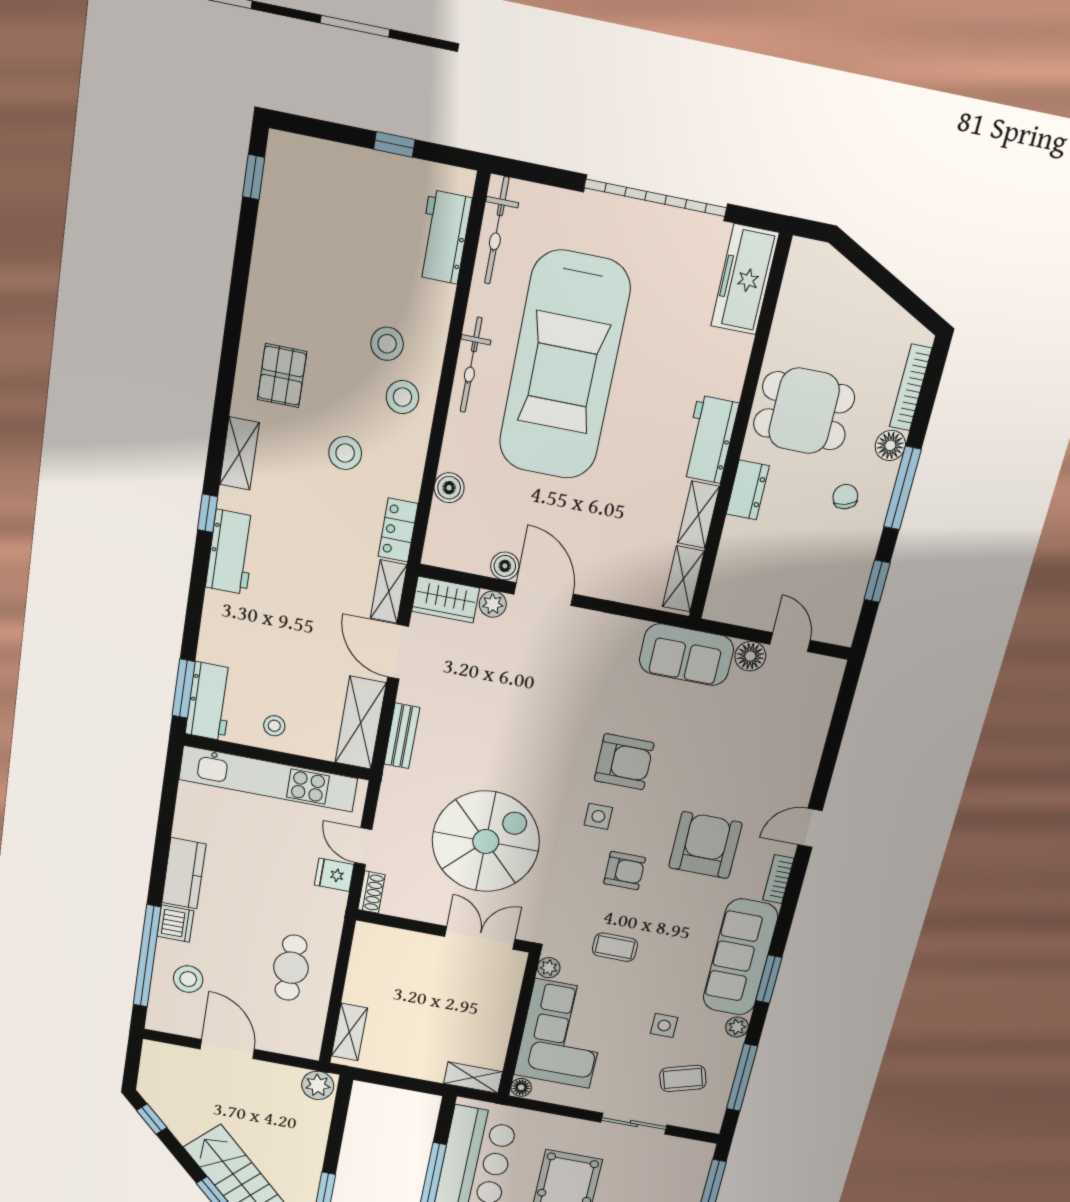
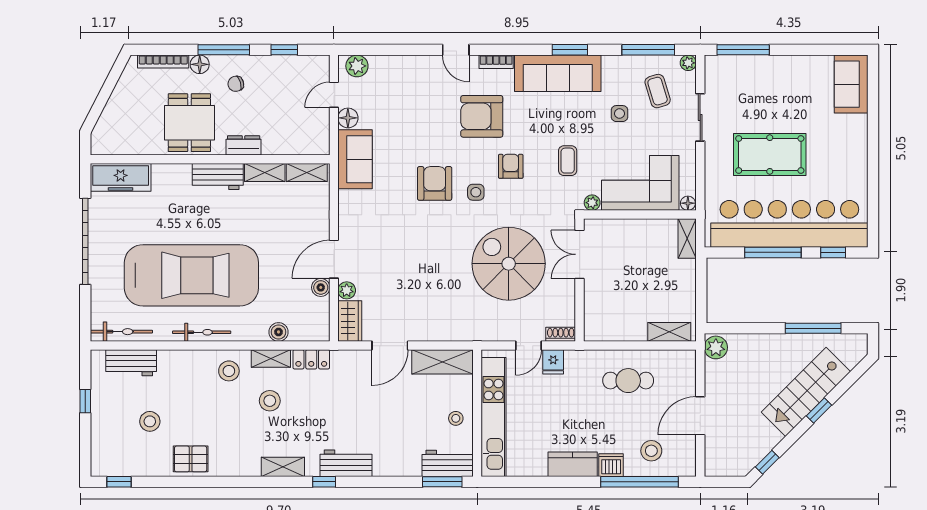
stool: (387, 344) -> (150, 421), moved
pallet: (282, 376) -> (191, 459), moved
shelving: (389, 592) -> (271, 358), moved
plant: (824, 684) -> (357, 66), added
bench: (402, 736) -> (446, 333), removed
plant: (737, 1027) -> (688, 63), moved

